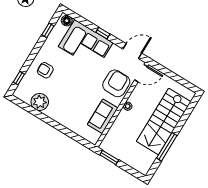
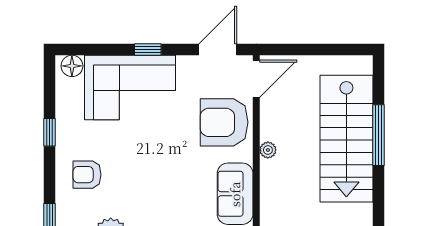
window: (48, 30) -> (50, 132), moved
armchair: (116, 83) -> (224, 122), turned -90
window: (167, 147) -> (378, 135), moved

